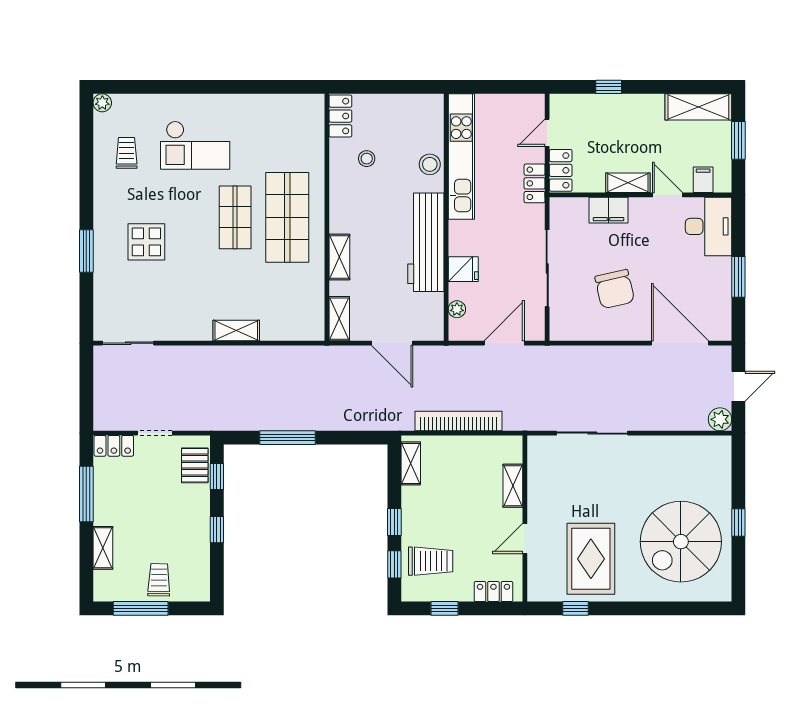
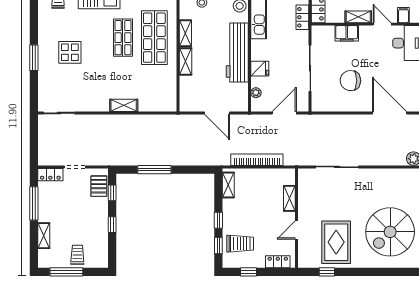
chair: (615, 289) -> (350, 81), turned 103
shelving: (339, 319) -> (185, 33), moved

